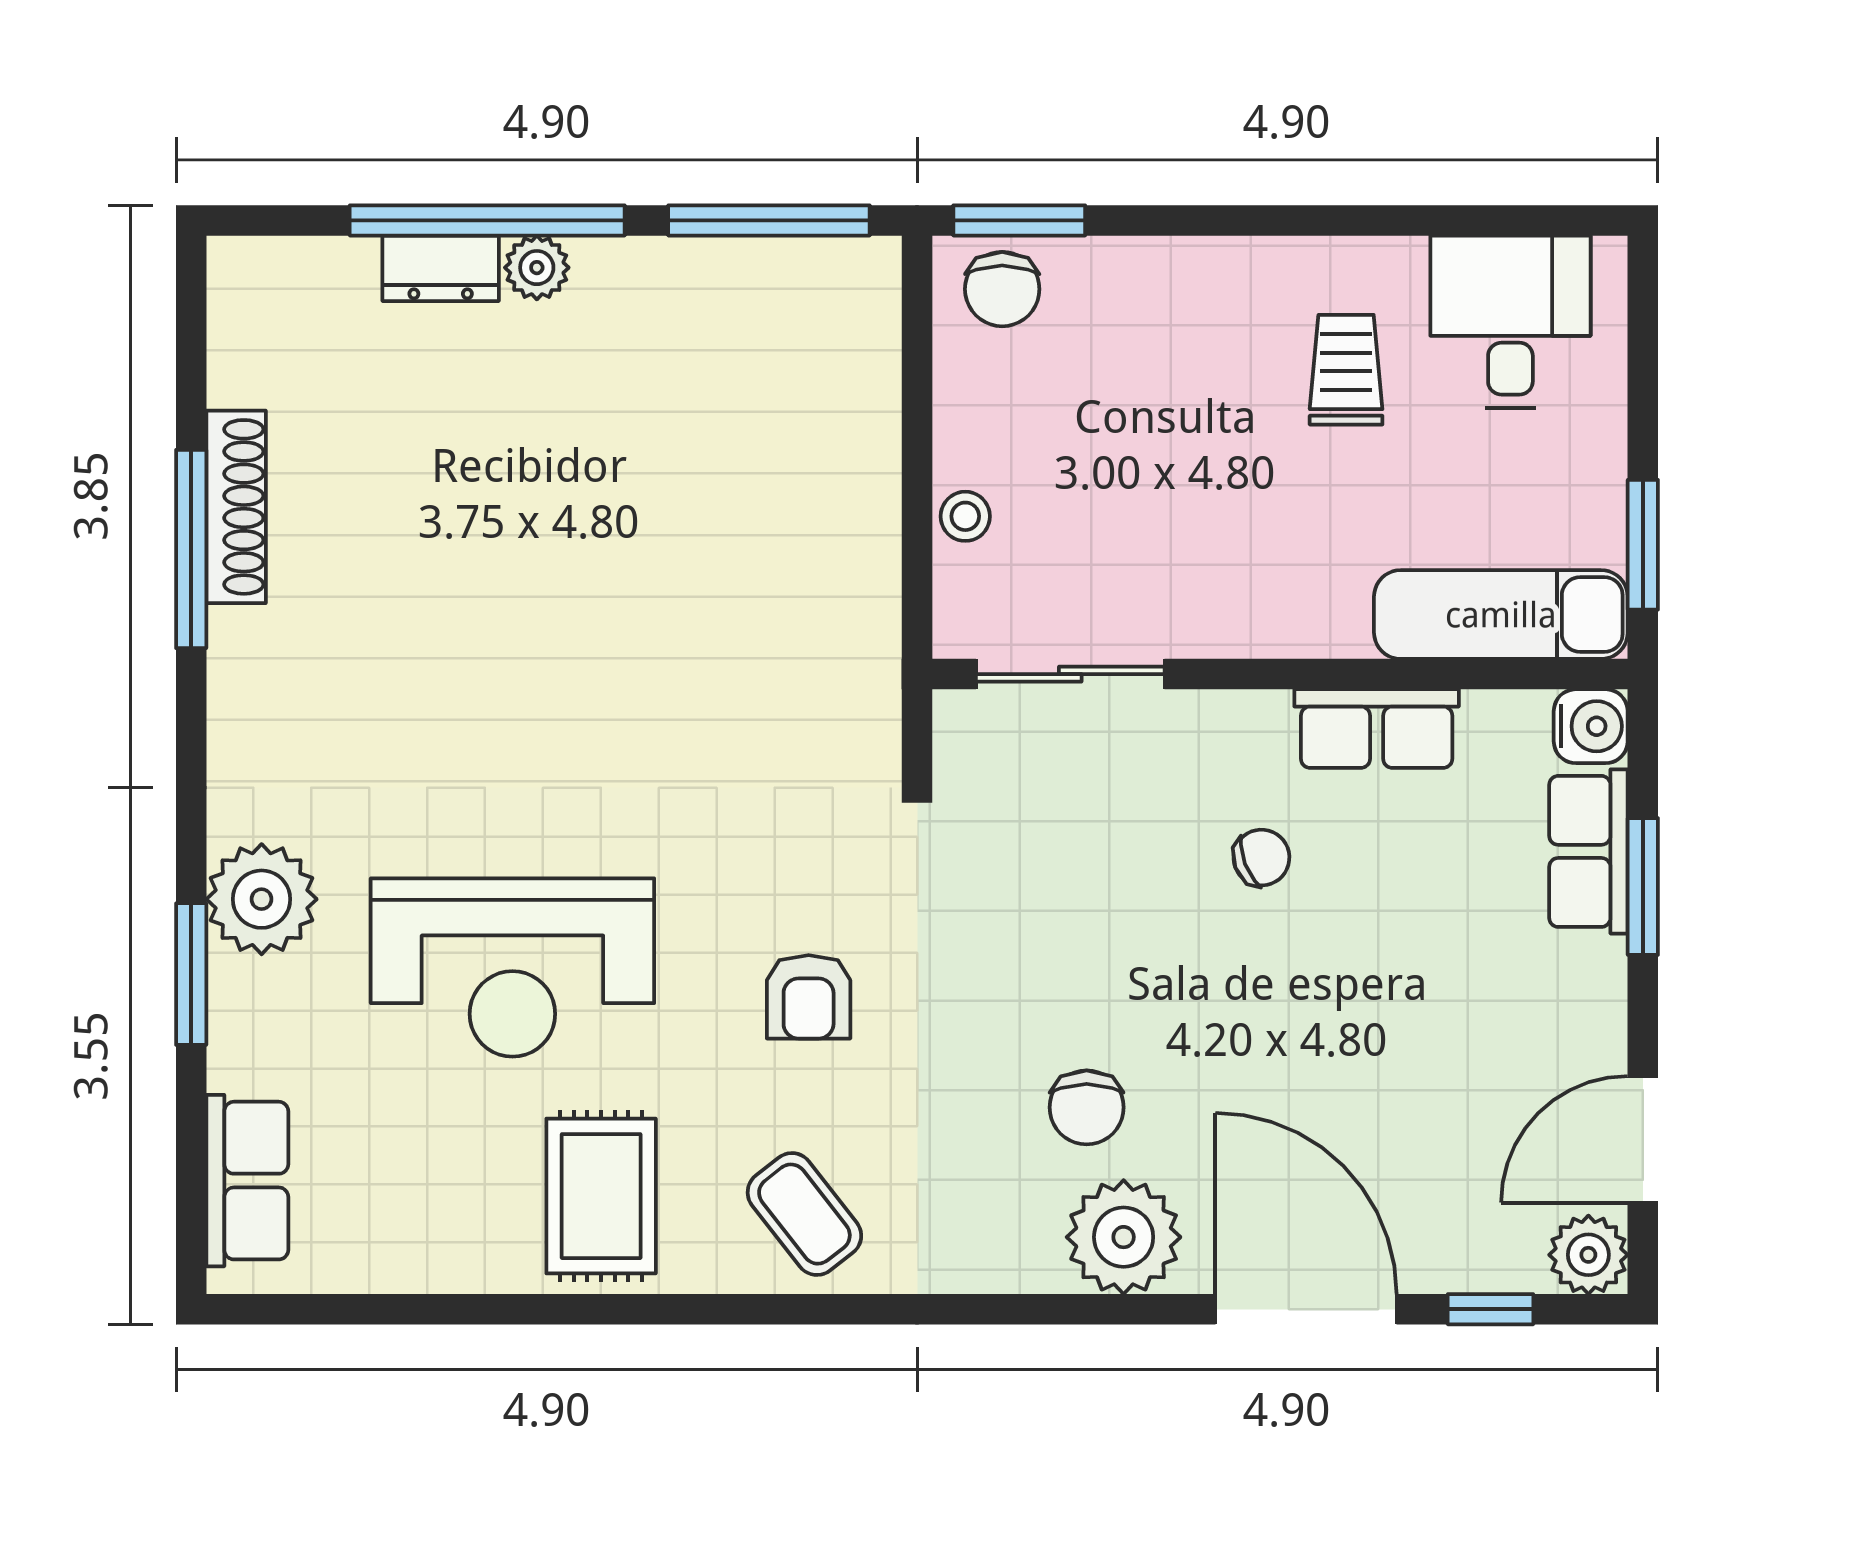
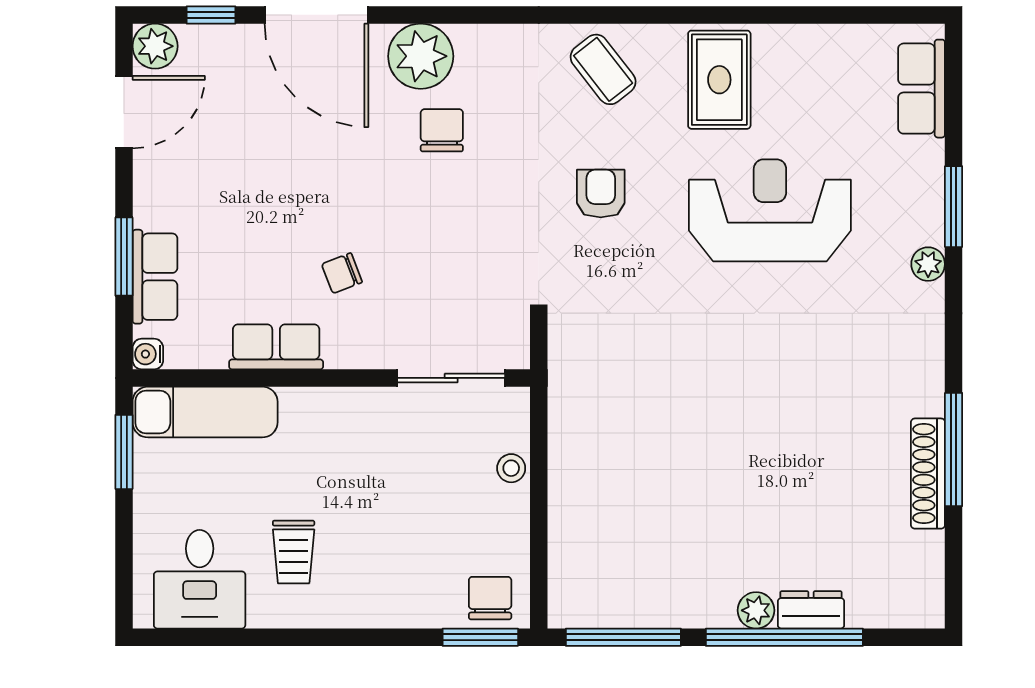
water cooler: (1591, 726) -> (148, 354), width x0.72, depth x0.72
plant: (262, 899) -> (928, 264), width x0.53, depth x0.53

